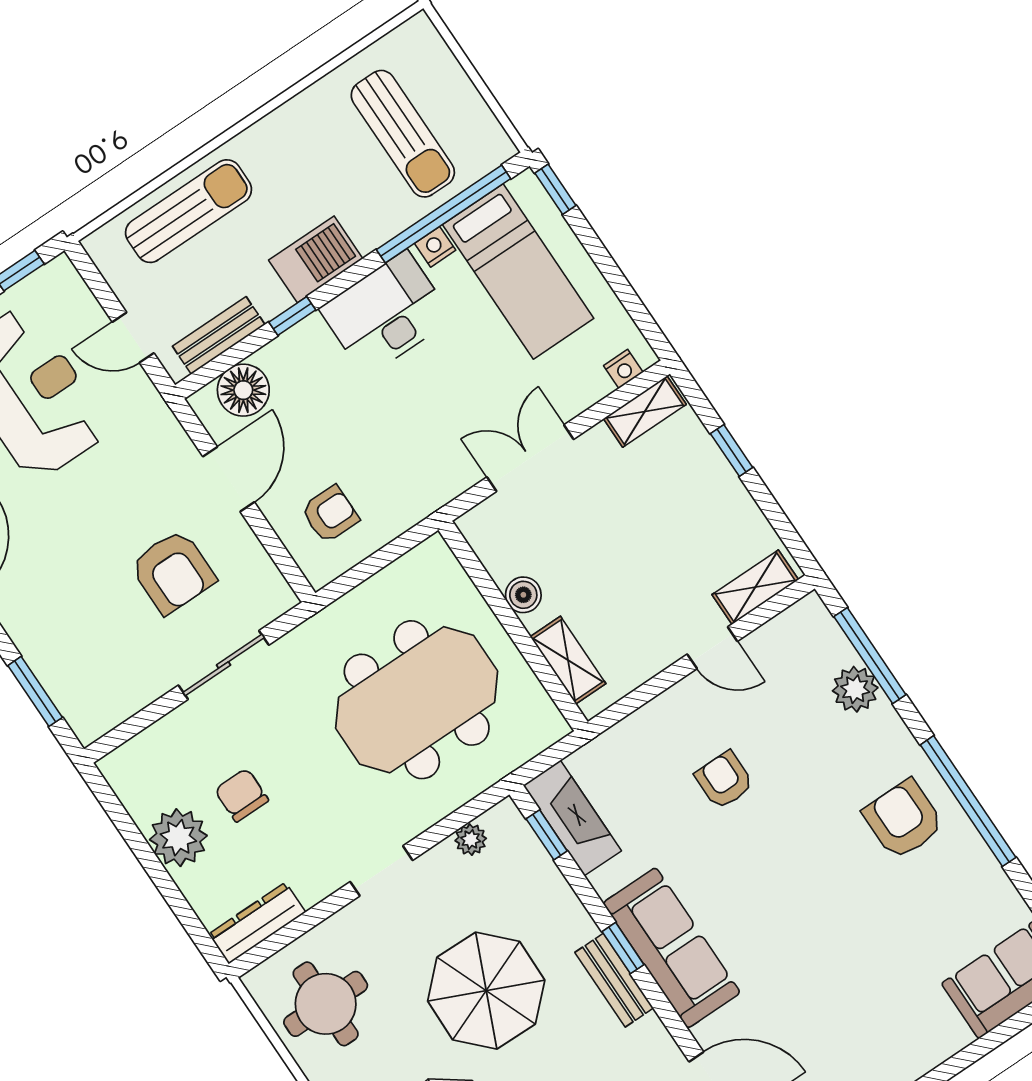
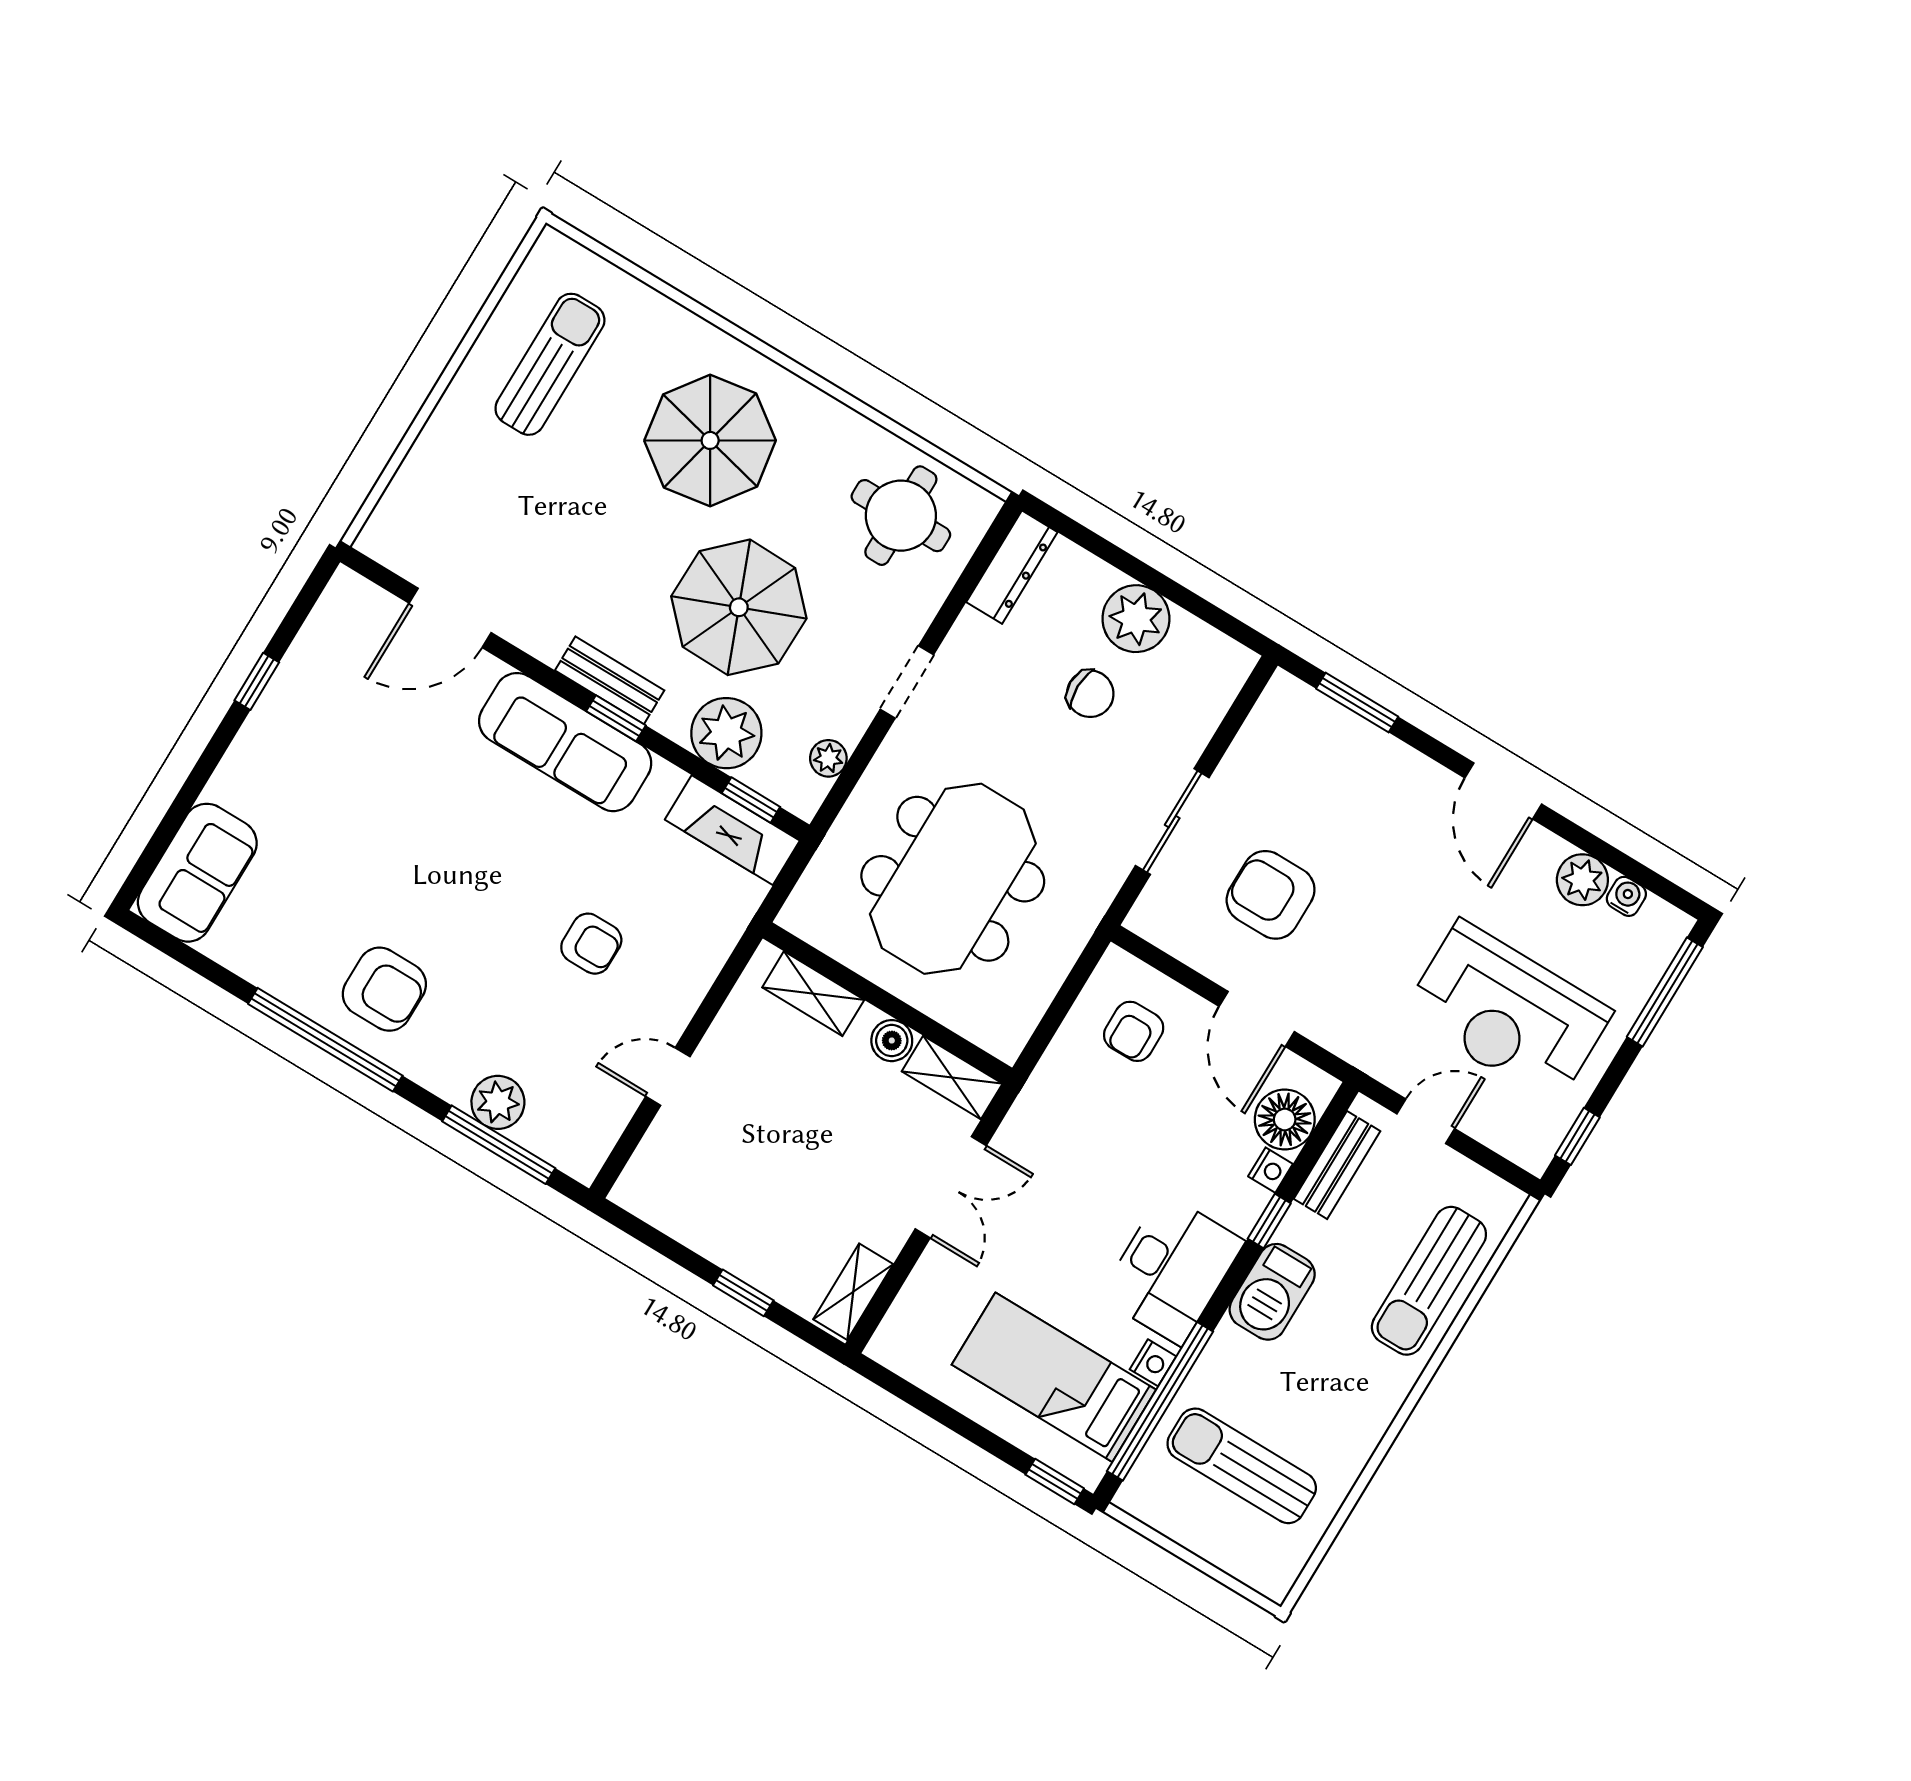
nightstand: (623, 369) -> (1270, 1170), moved, turned 180
shelving: (755, 587) -> (952, 1077), moved, turned 90
plant: (542, 896) -> (726, 733), added

